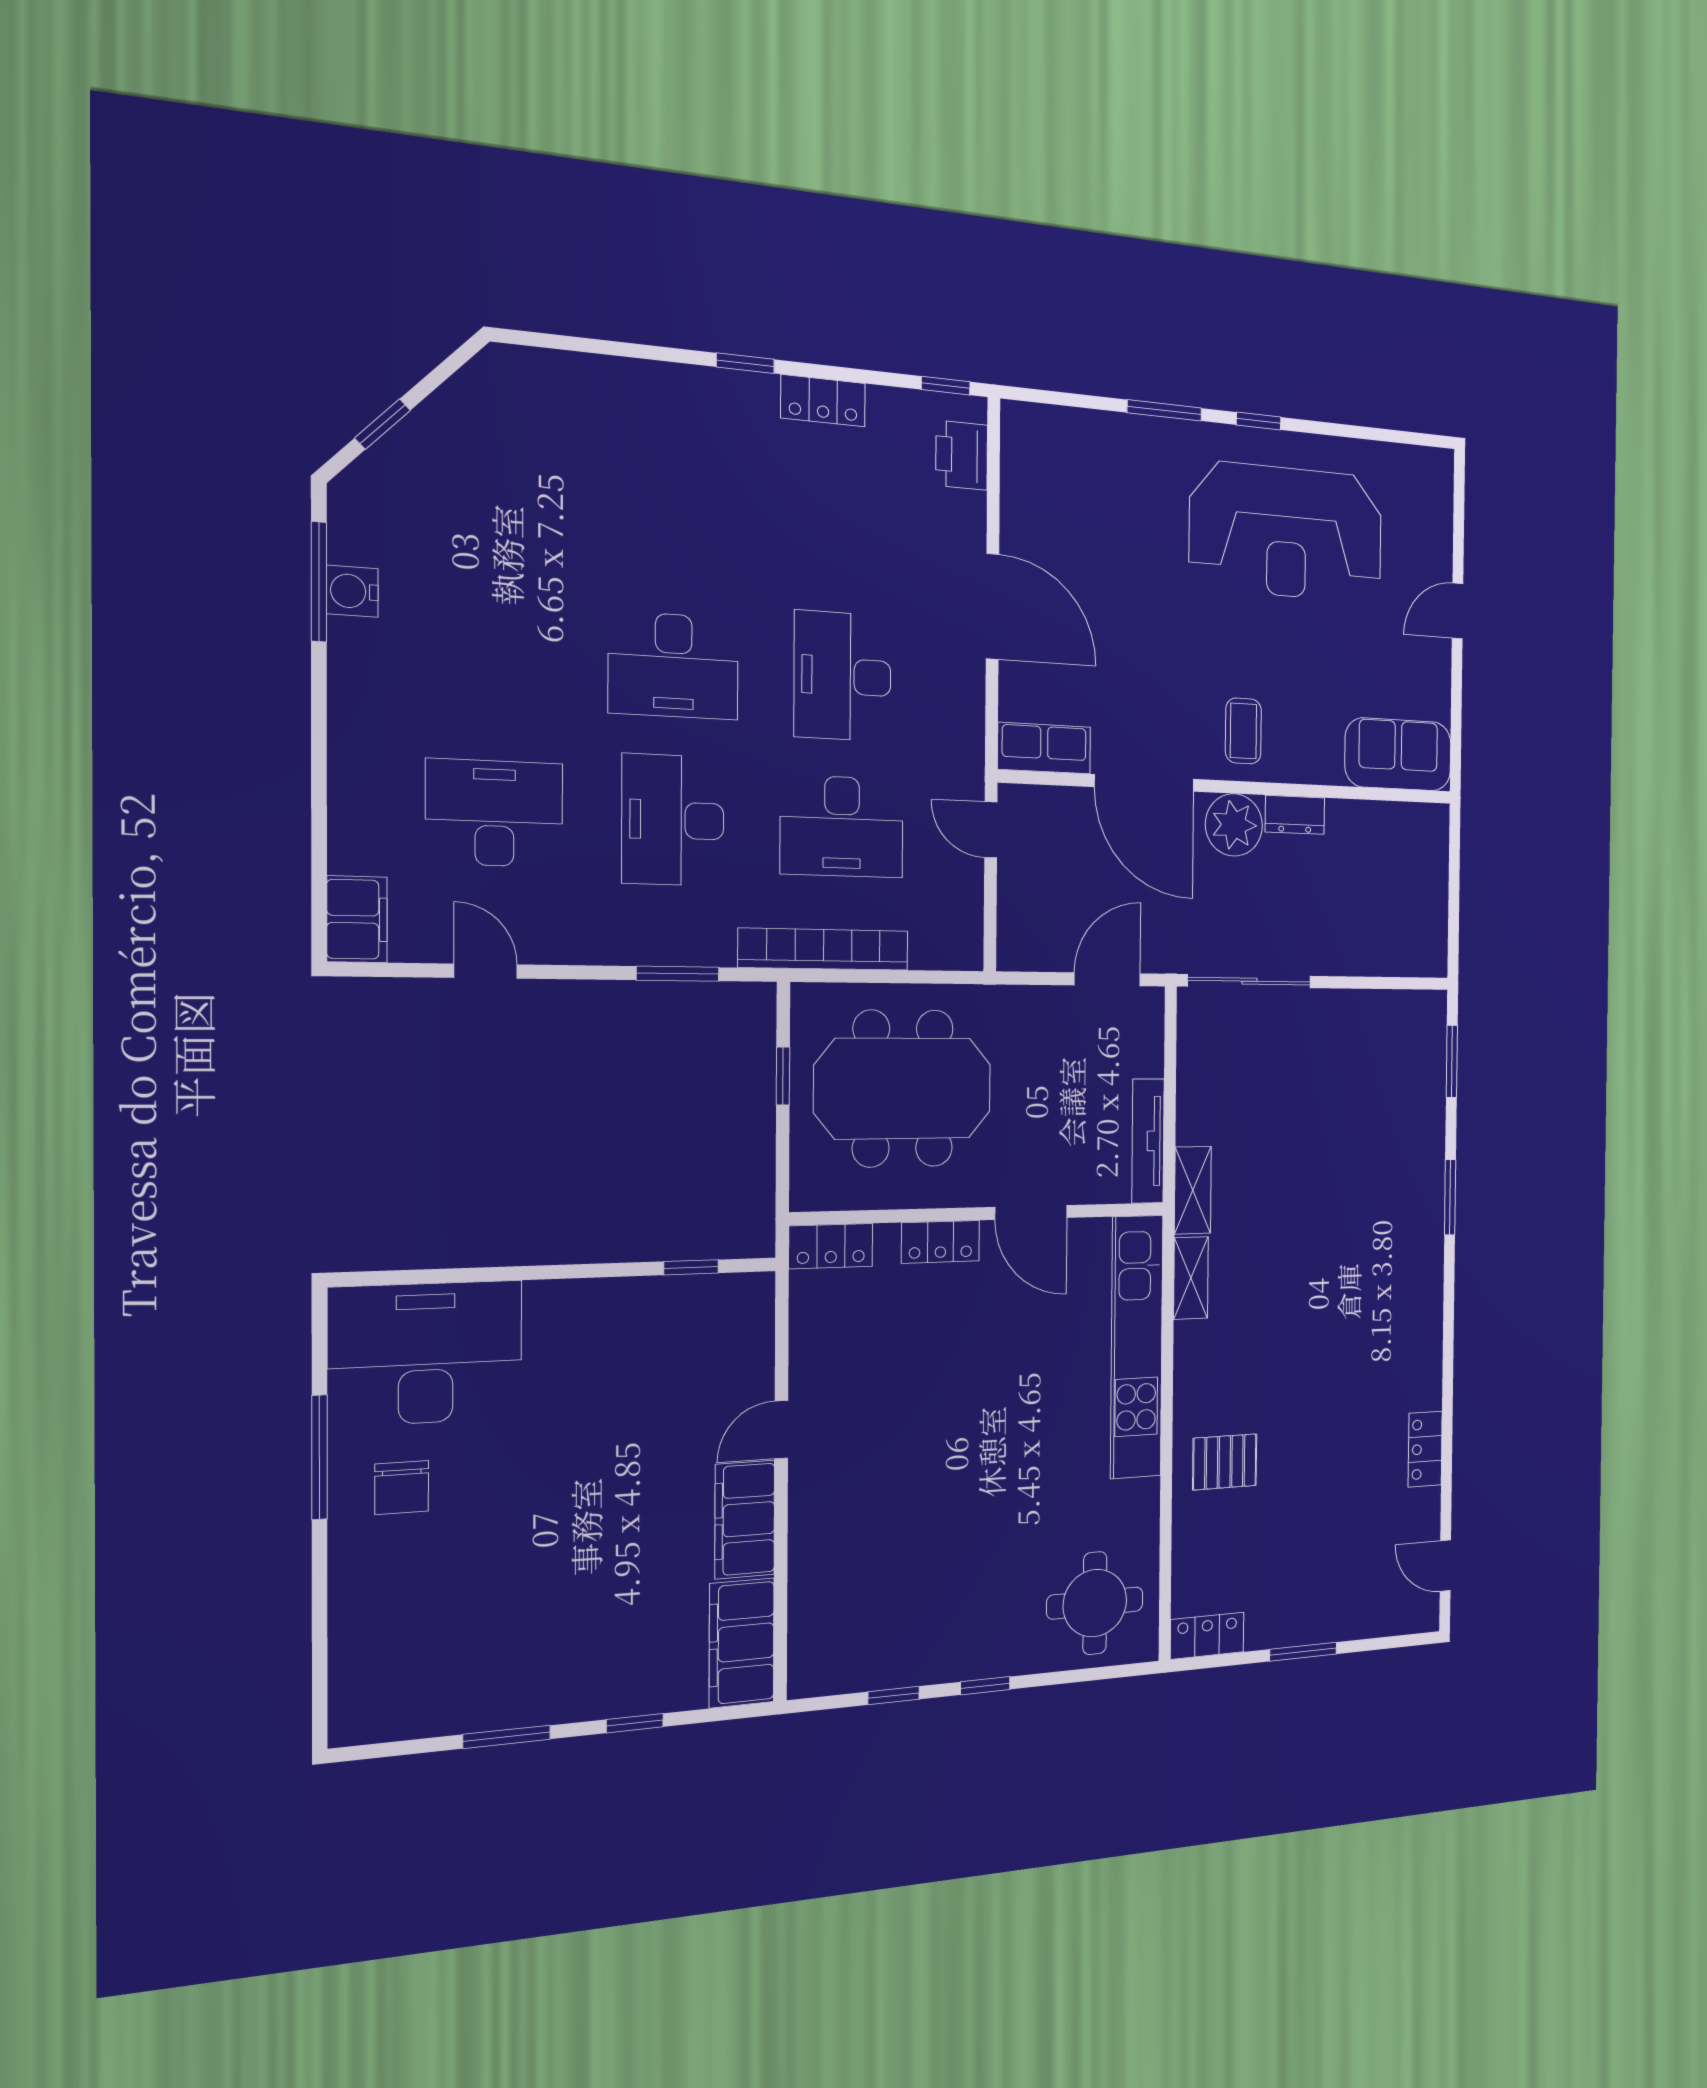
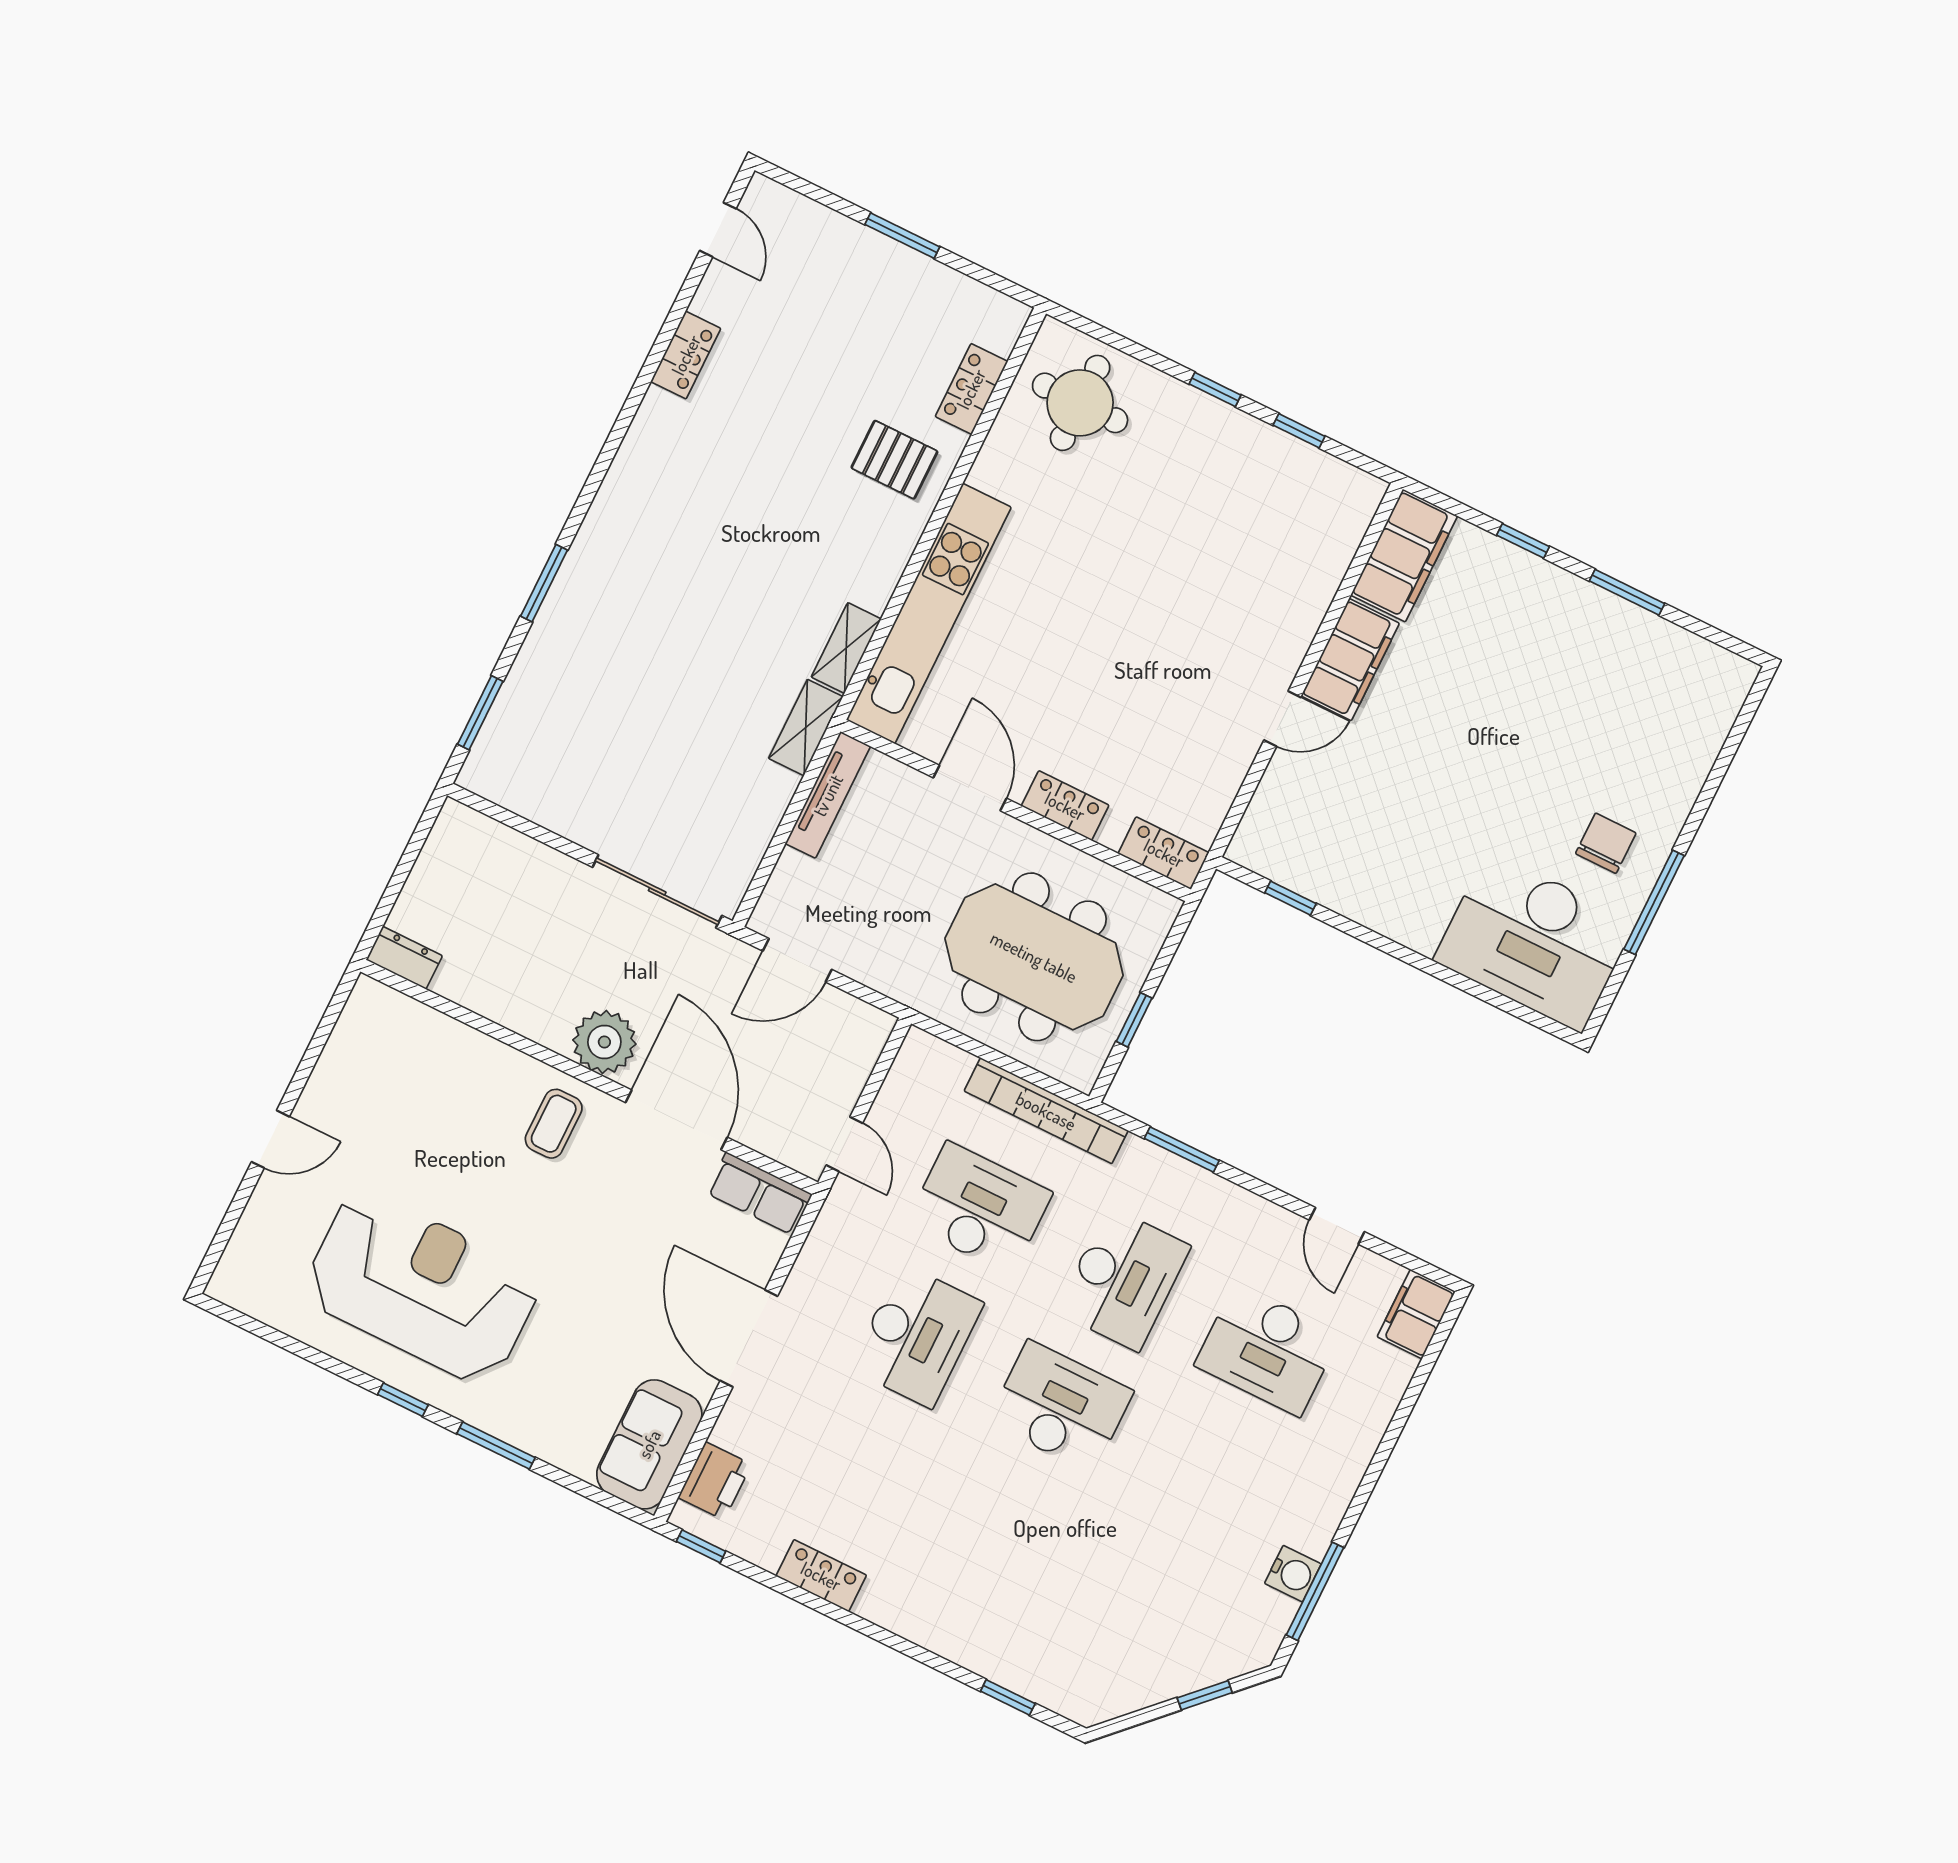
window: (745, 363) -> (1008, 1697), moved
sofa: (1398, 754) -> (649, 1444), moved, turned 90
dresser: (1295, 815) -> (404, 958), moved
locker: (1207, 1636) -> (971, 389), moved, turned 90

